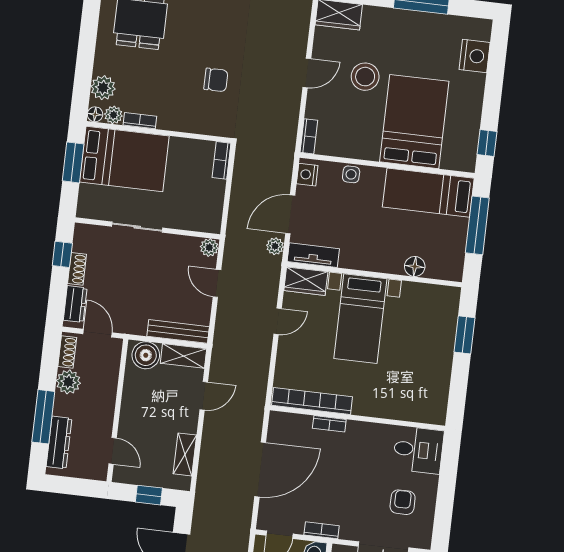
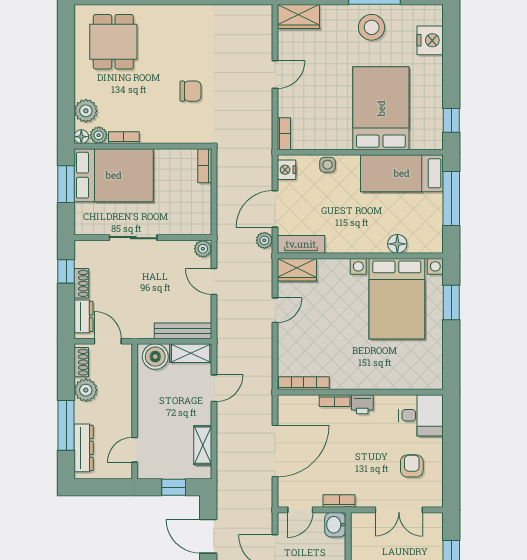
stool: (365, 77) -> (372, 27), moved
bed with nightstands: (360, 319) -> (397, 299), moved, width x1.36
bookcase: (312, 401) -> (304, 383), width x0.68, depth x0.76
printer: (358, 431) -> (362, 404), added
door: (113, 451) -> (135, 450), swing flipped

